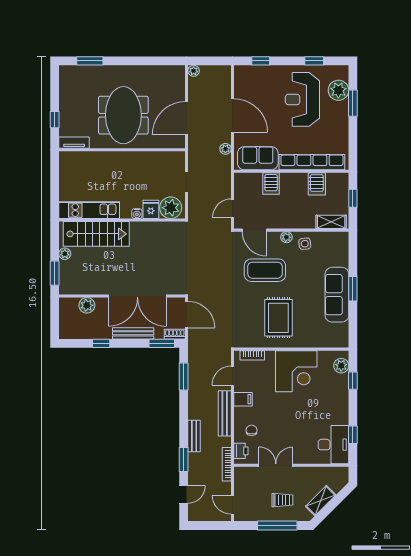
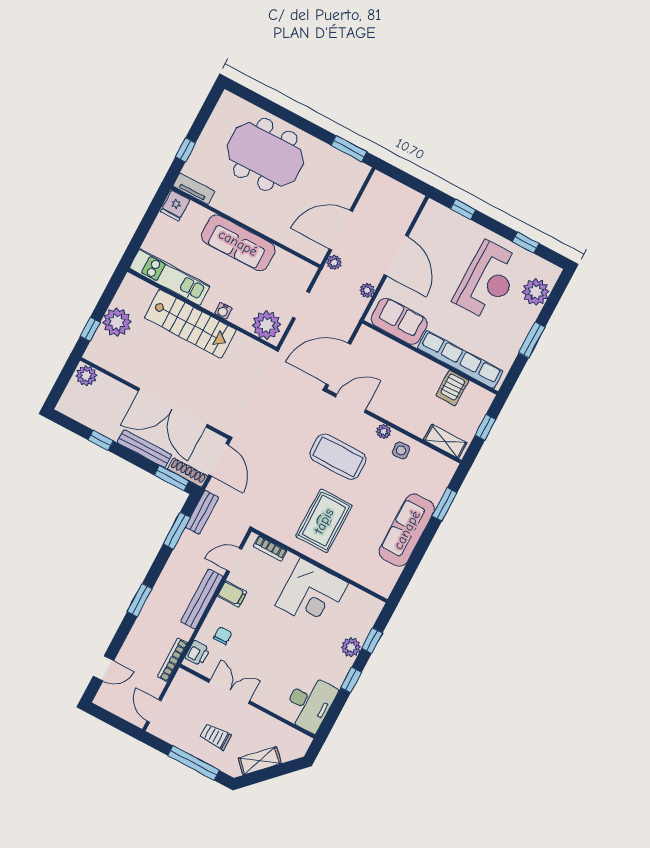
window: (90, 61) -> (349, 148), moved
plant: (194, 71) -> (334, 262), moved
reception desk: (302, 99) -> (488, 280), turned 180
window: (353, 103) -> (532, 340), moved
meeting table: (123, 115) -> (265, 154), moved, turned 90
sofa: (123, 163) -> (238, 243), added
server rack: (271, 184) -> (399, 359), removed
door: (232, 208) -> (338, 364), width x1.87
fridge: (151, 209) -> (175, 206), moved, turned 180
door: (254, 230) -> (350, 403), swing flipped
stairs: (96, 234) -> (190, 324), moved
plant: (65, 254) -> (117, 322), width x1.87, depth x1.87
window: (55, 273) -> (90, 329), width x0.67
window: (353, 289) -> (444, 504), moved
plant: (87, 305) -> (86, 376), moved
shoe rack: (175, 334) -> (188, 473), width x1.43
plant: (341, 366) -> (351, 647), moved
window: (353, 435) -> (351, 680), moved
bench: (194, 436) -> (202, 512), moved
window: (184, 459) -> (140, 600), moved
trolley: (282, 500) -> (215, 736), turned 180

